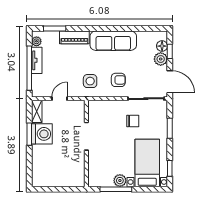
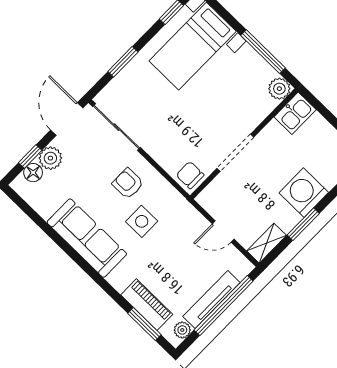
piano: (74, 37) -> (147, 305), moved
tv unit: (37, 60) -> (211, 300), width x1.41
side table: (90, 81) -> (142, 221), moved
chair: (133, 121) -> (190, 175), moved
washing machine: (42, 134) -> (304, 193), moved
kitchen sink: (78, 177) -> (295, 113), added
plant: (120, 181) -> (279, 89), moved

